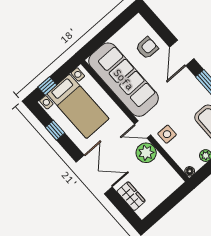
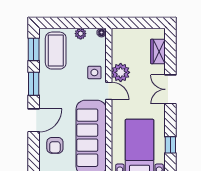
armchair: (147, 48) -> (55, 145), turned -90
double door: (94, 174) -> (170, 89), width x0.73

